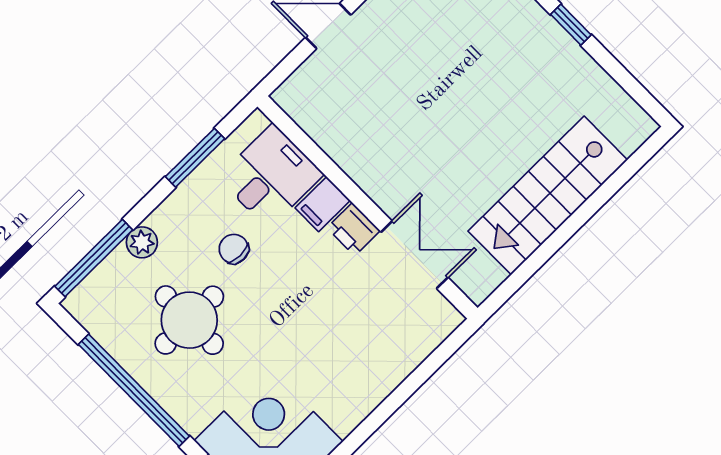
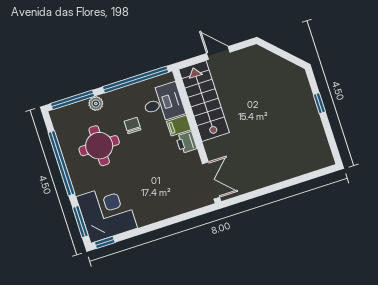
window: (195, 158) -> (136, 80), width x2.11
stairs: (548, 195) -> (204, 101), moved, turned 90
double door: (414, 255) -> (211, 180), moved

